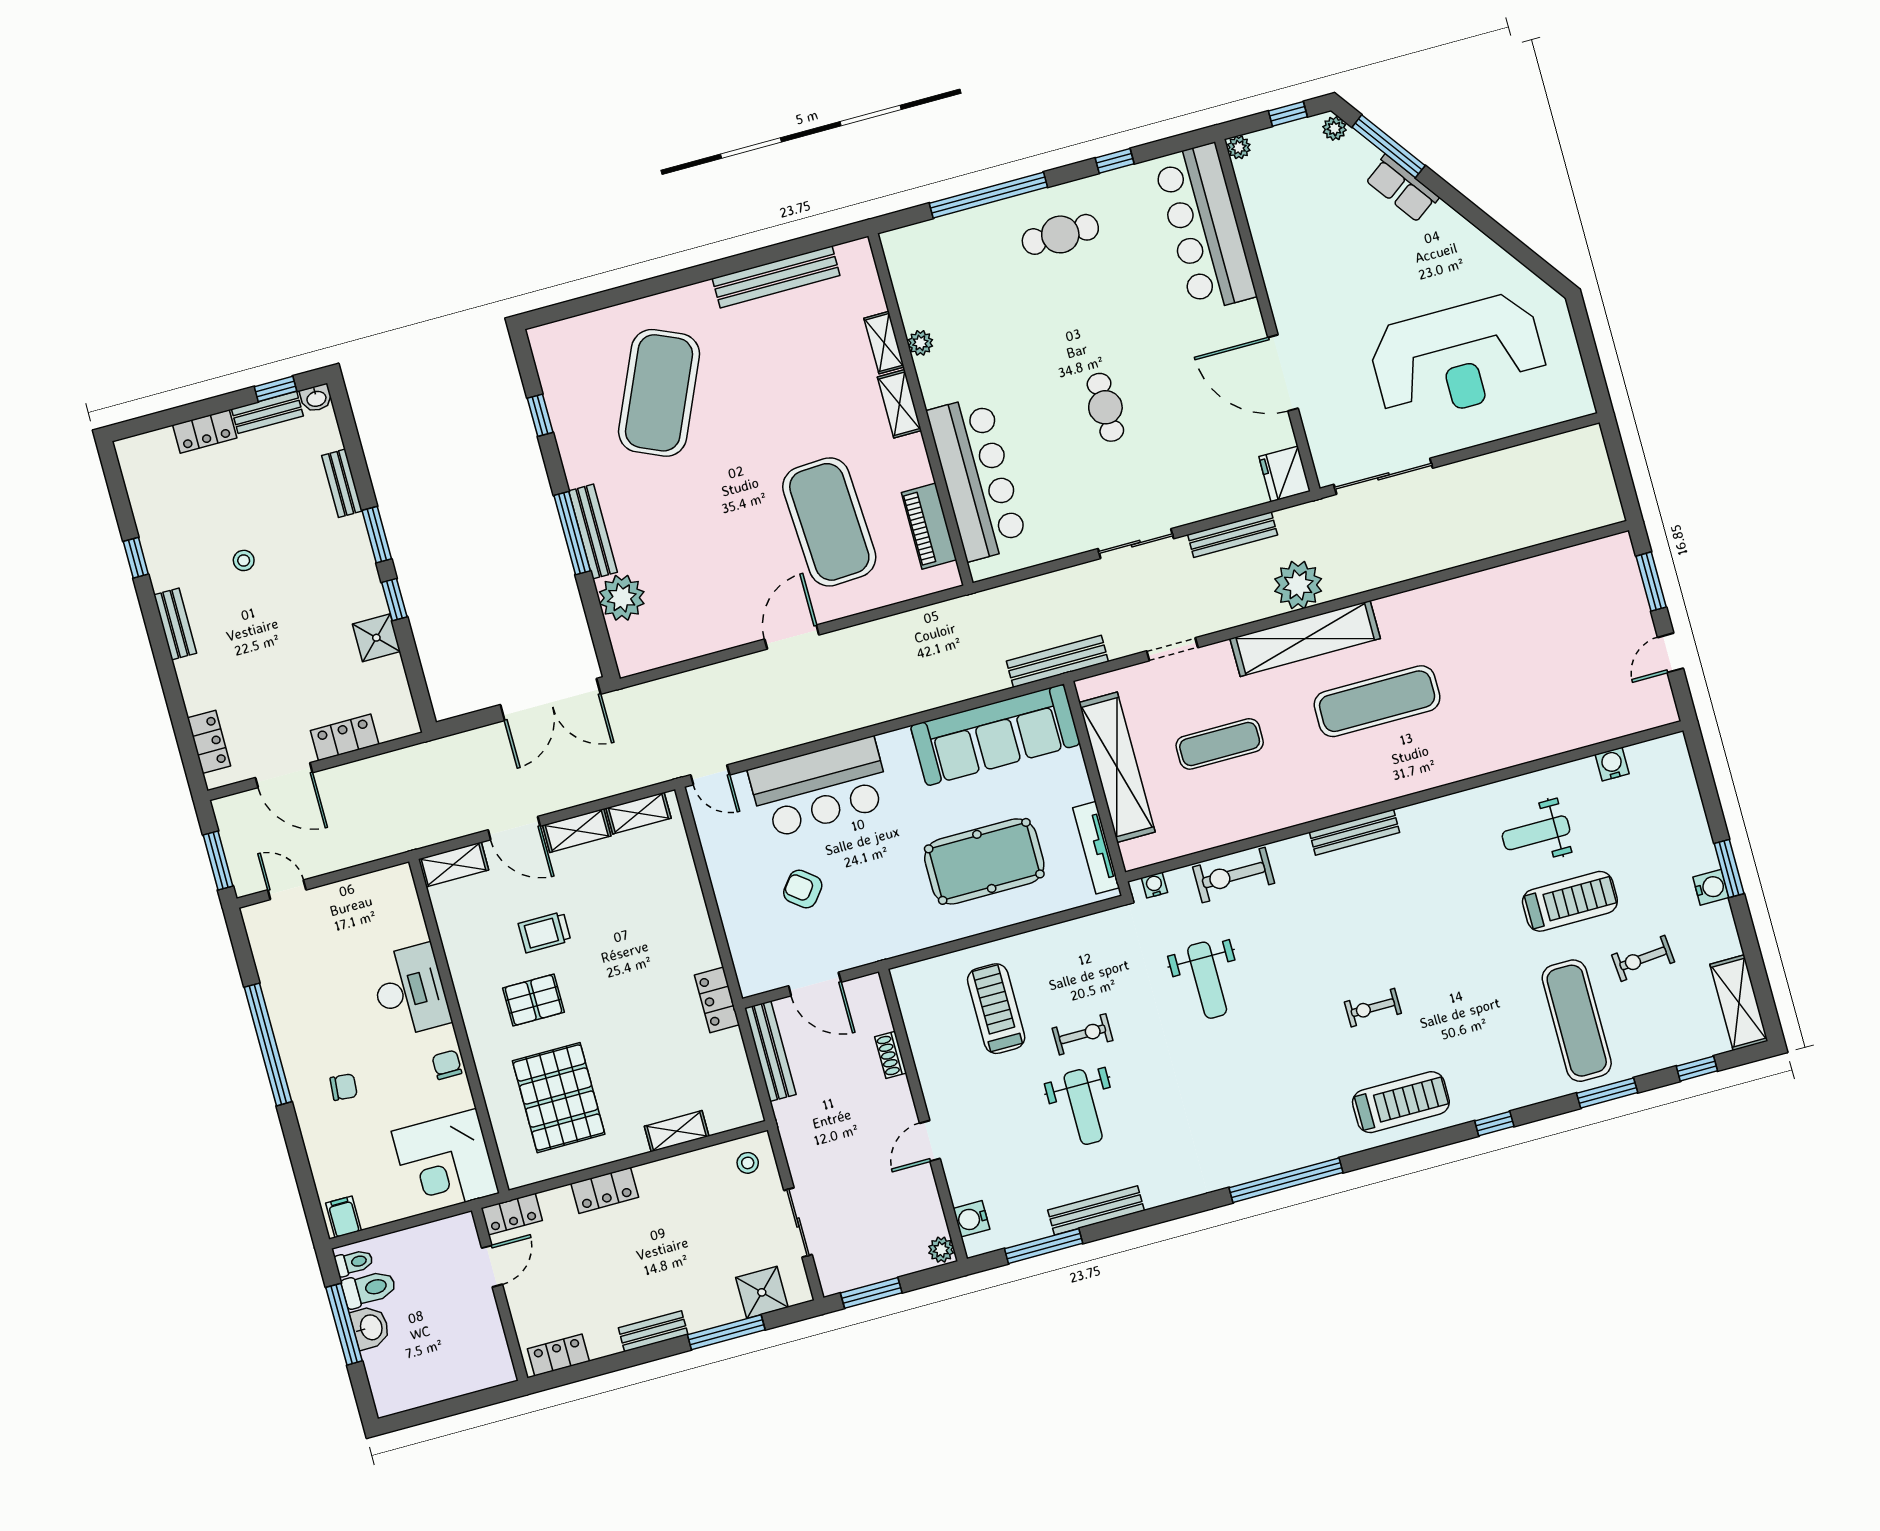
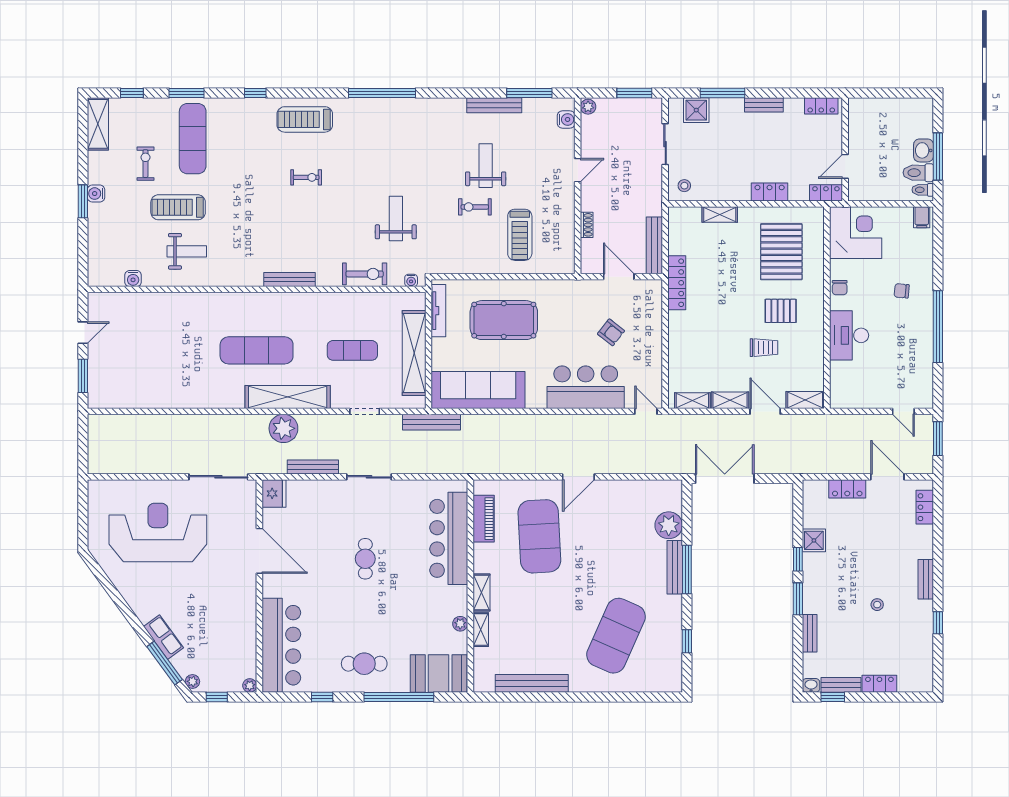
booth: (934, 251) -> (439, 674), added
exercise bike: (1643, 958) -> (145, 164), turned -85
locker: (717, 1000) -> (677, 283), width x1.53

